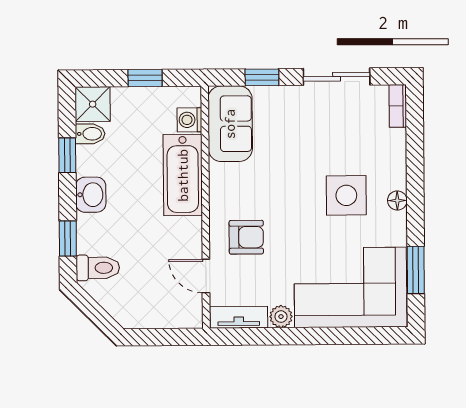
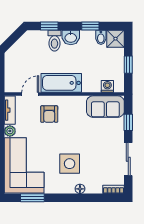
bathtub: (183, 175) -> (61, 83), moved
floor lamp: (397, 200) -> (80, 189), moved
toilet: (98, 268) -> (54, 41), moved

